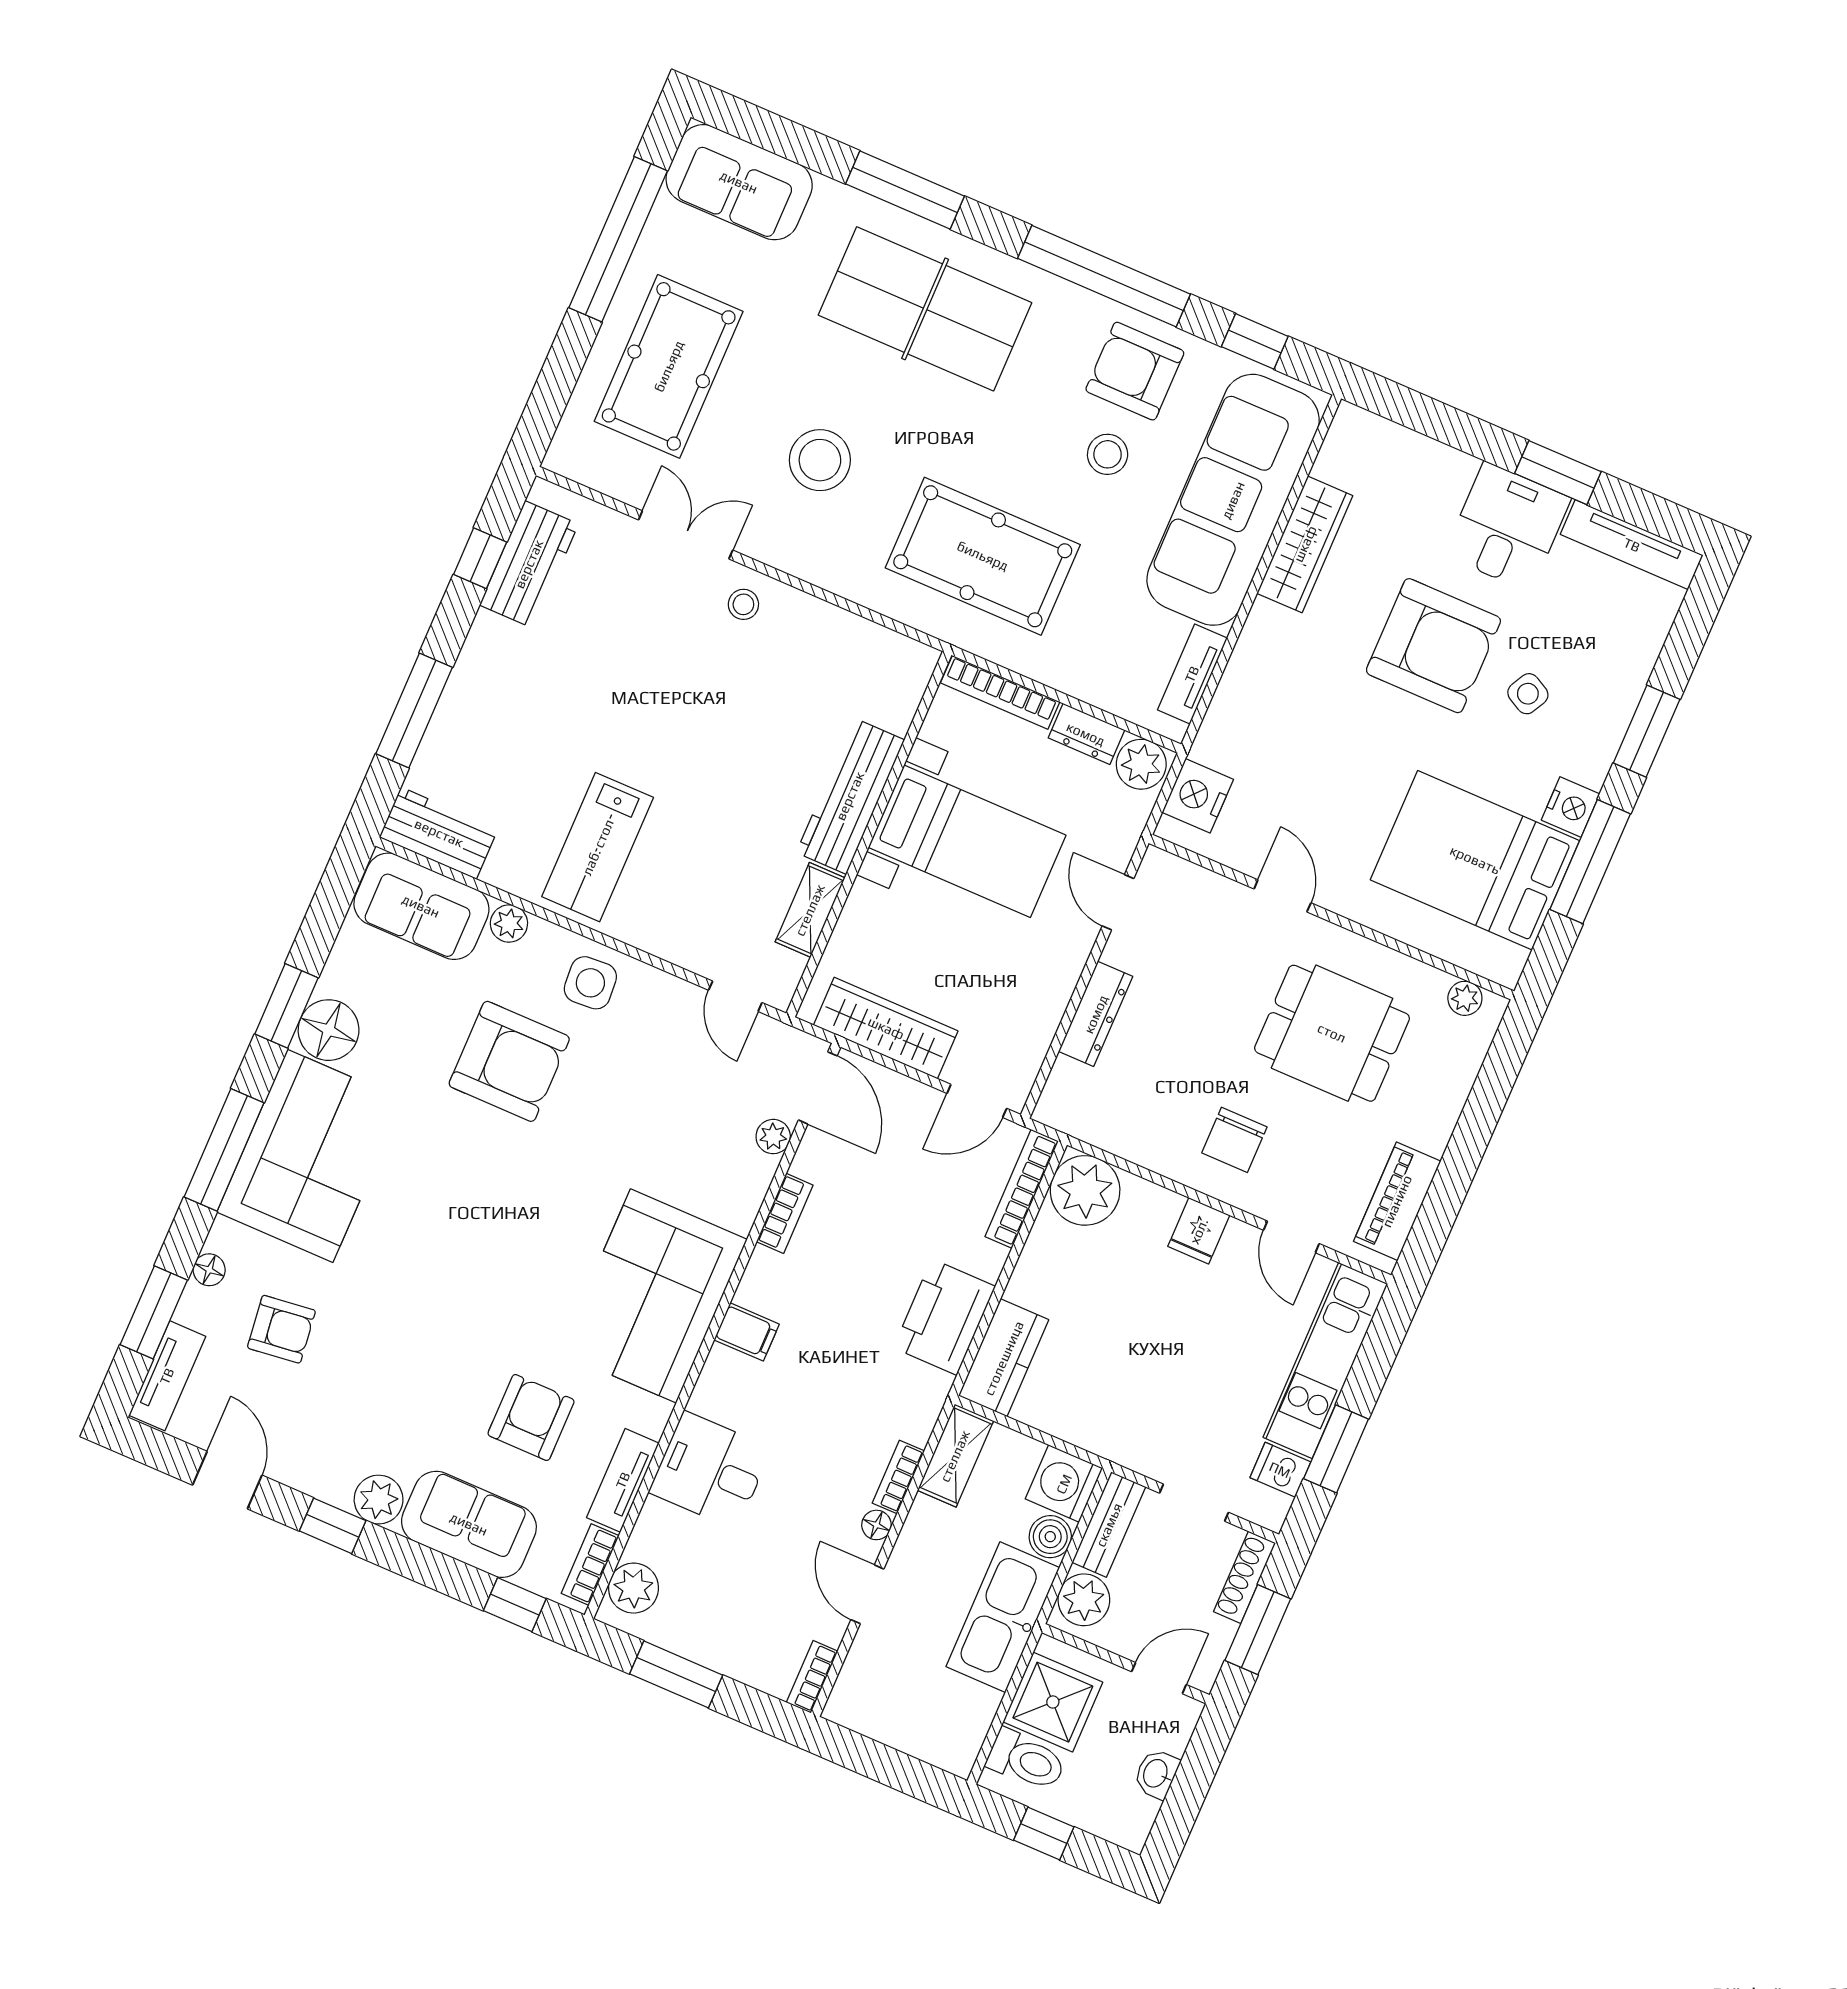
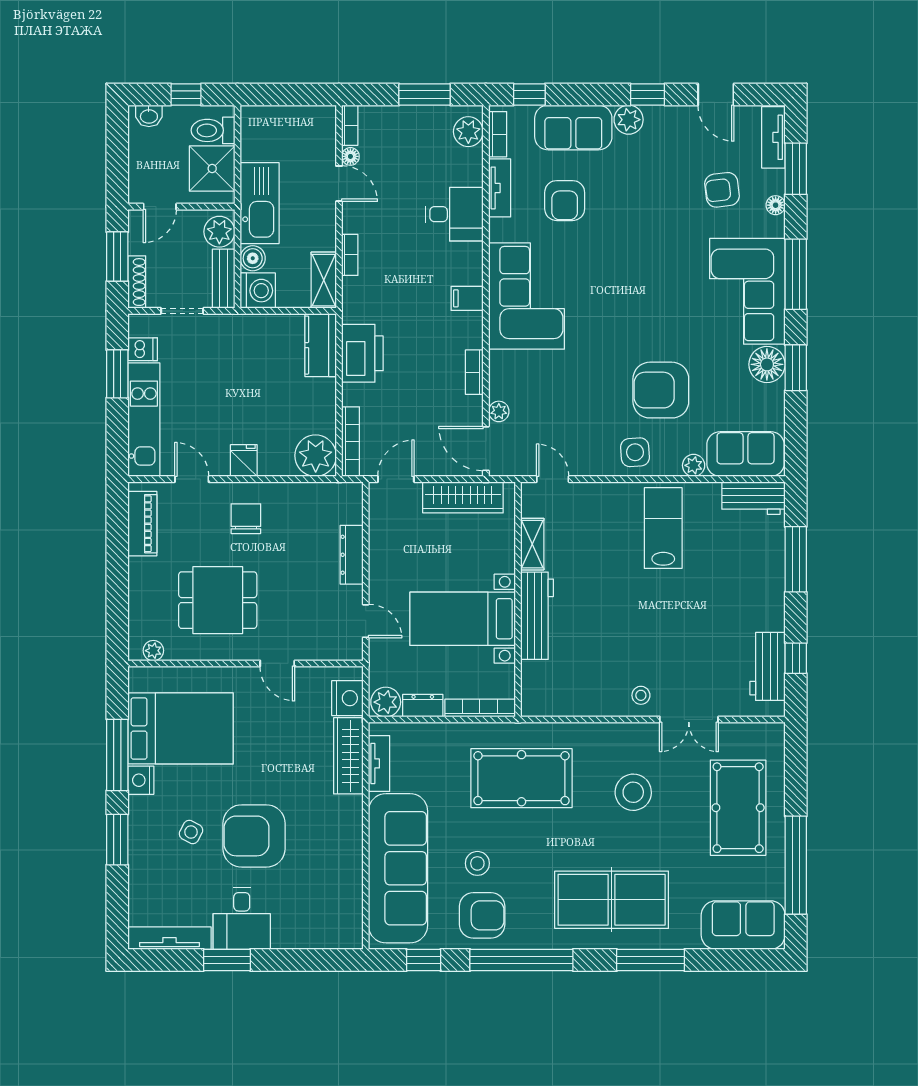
wardrobe: (1305, 544) -> (348, 756), moved
floor lamp: (876, 1525) -> (350, 156), moved
washbasin: (1156, 1774) -> (149, 116), moved, turned 90

